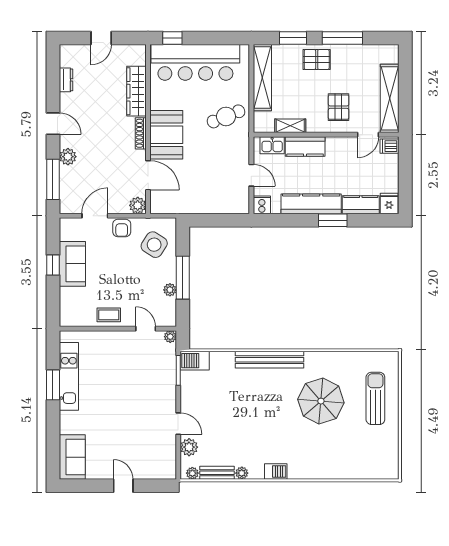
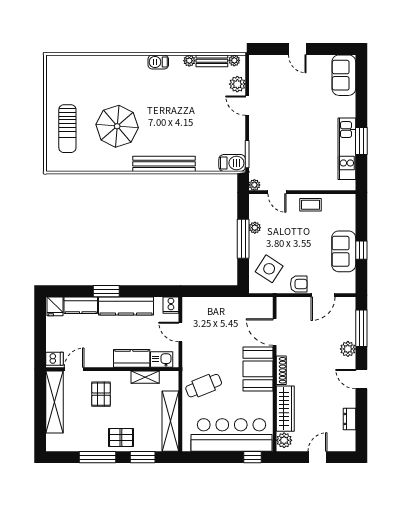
plant: (138, 205) -> (284, 440), moved
armchair: (122, 228) -> (299, 284), turned 90

